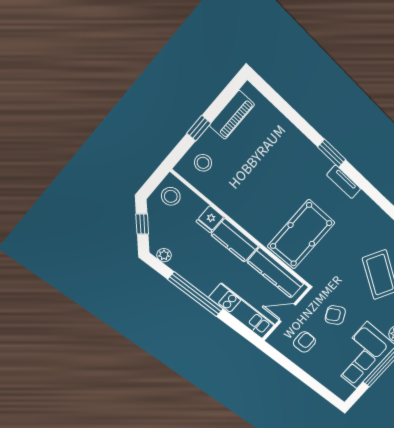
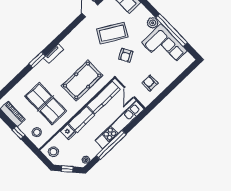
table tennis table: (257, 175) -> (46, 104), added
pool table: (301, 234) -> (82, 81), turned 90
kitchen unit: (242, 311) -> (119, 125), width x1.36
armchair: (335, 315) -> (126, 55), moved

